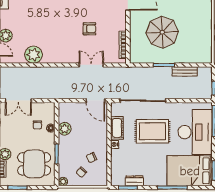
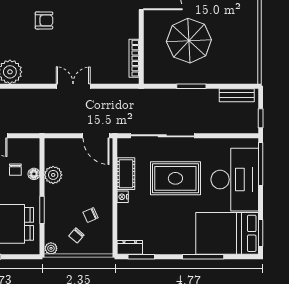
armchair: (89, 29) -> (44, 20), moved
double door: (91, 65) -> (73, 86), moved
bench: (185, 71) -> (237, 95), moved
dresser: (134, 181) -> (130, 247), moved

